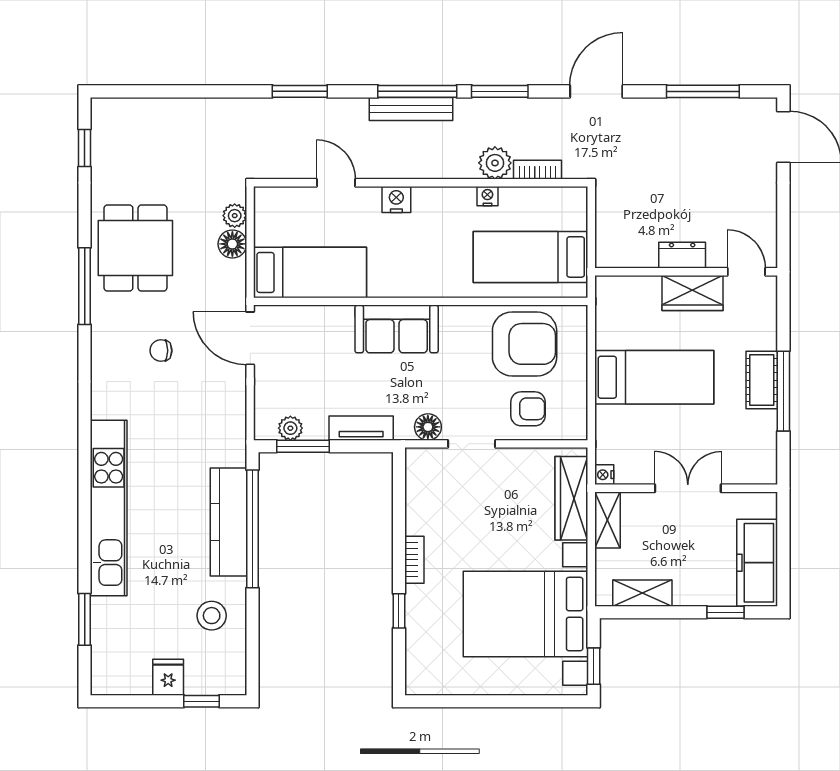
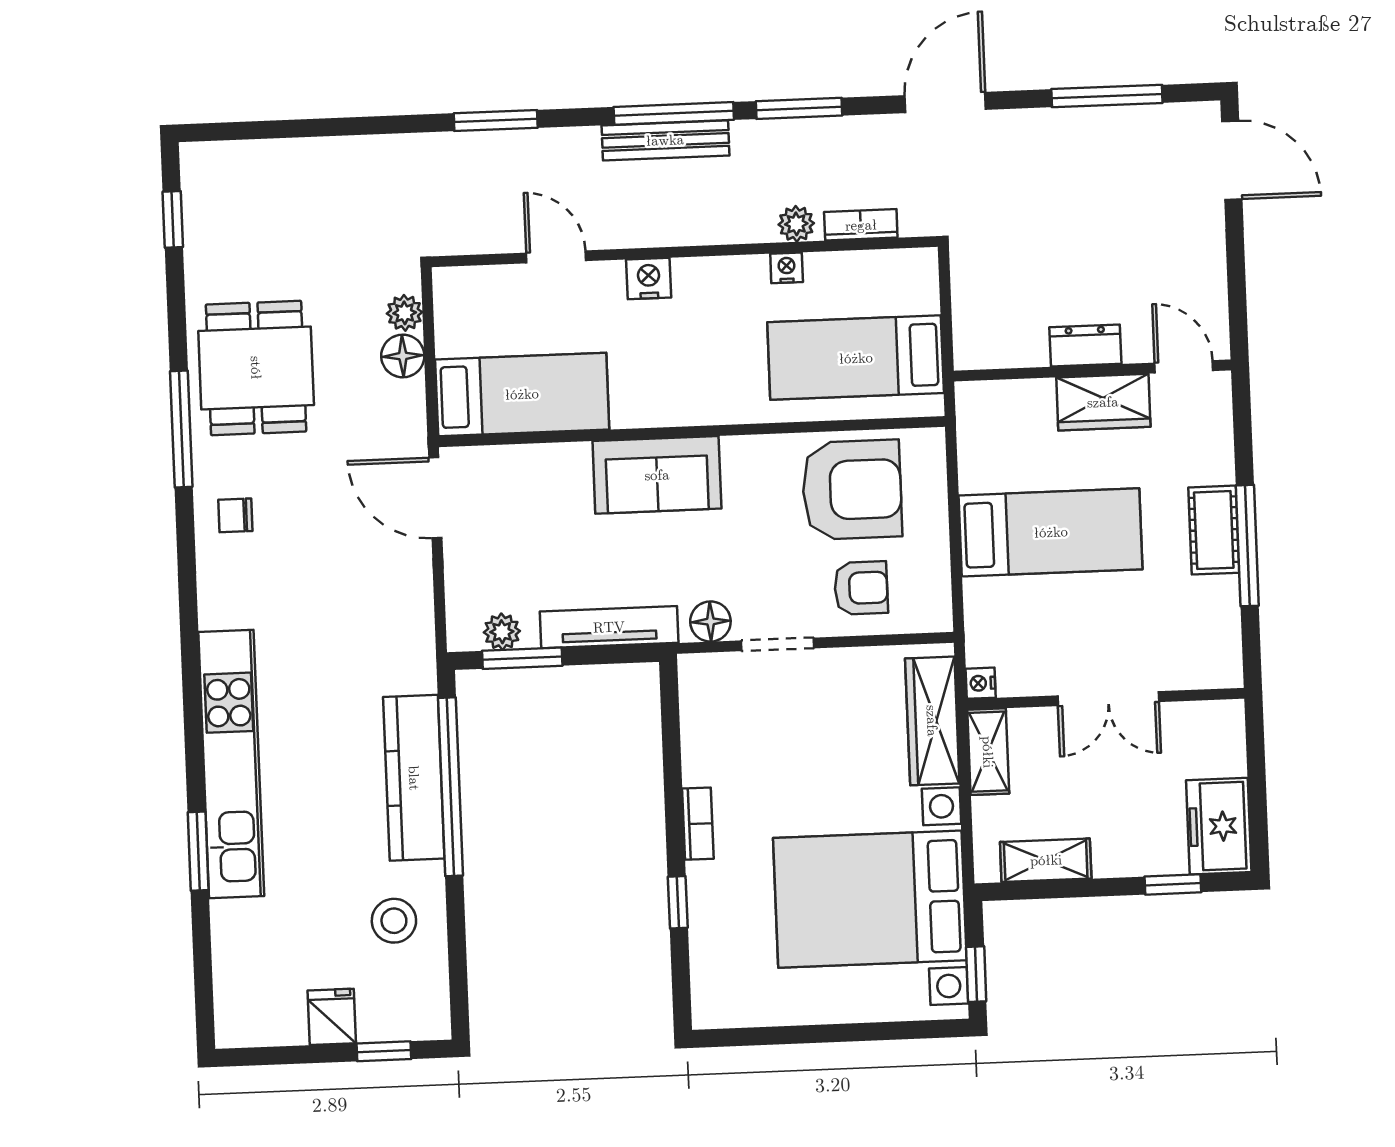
plant: (495, 163) -> (796, 224), width x0.73, depth x0.73
chair: (161, 351) -> (235, 515), moved
tv unit: (361, 428) -> (609, 627), width x1.41
double door: (688, 488) -> (1108, 699), swing flipped
freezer: (757, 563) -> (1219, 826), width x0.71
window: (85, 619) -> (198, 851), moved

